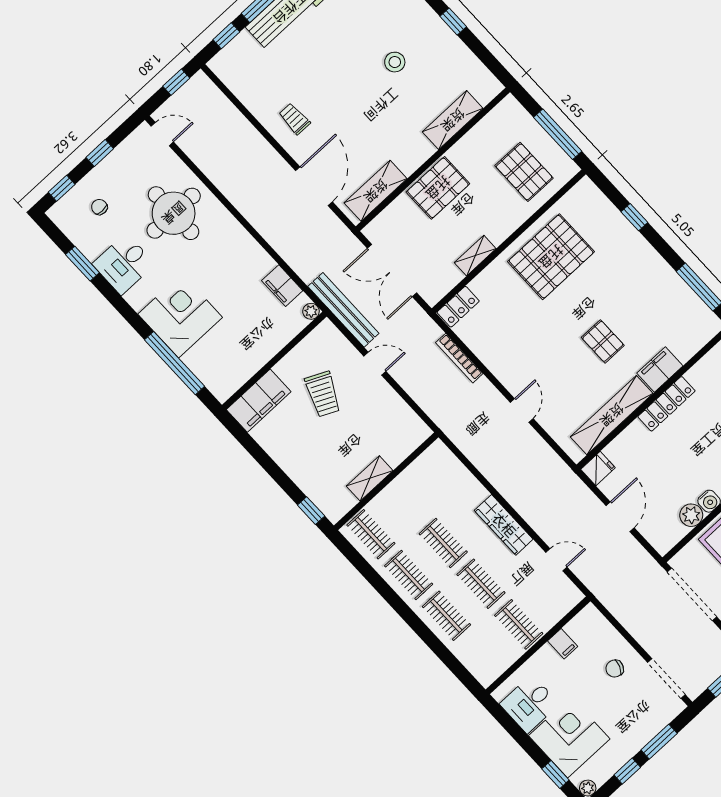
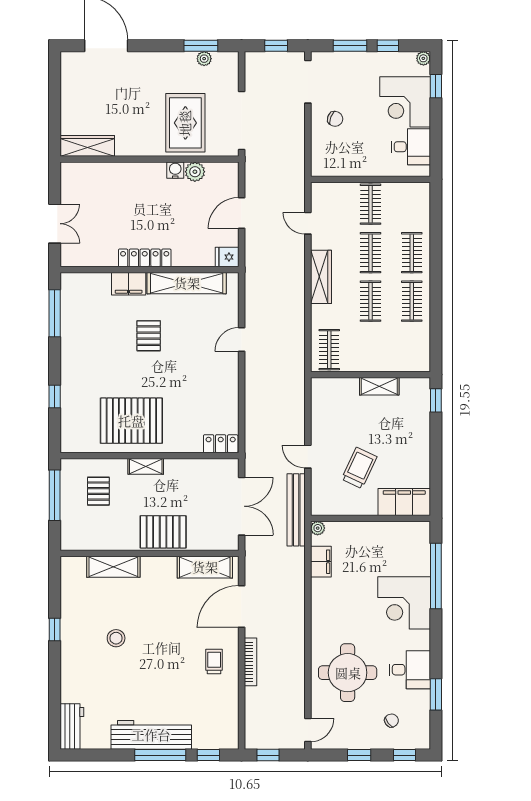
trolley: (294, 119) -> (214, 661), turned 180
door: (162, 134) -> (308, 730), swing flipped
pallet: (524, 172) -> (98, 491), width x0.67, depth x0.71
chair: (99, 207) -> (391, 721), turned -127
shelving: (475, 256) -> (146, 466), moved
bookcase: (459, 358) -> (250, 662), moved
clothes rail: (371, 534) -> (329, 350), moved
filing cabinet: (563, 644) -> (354, 166), removed

